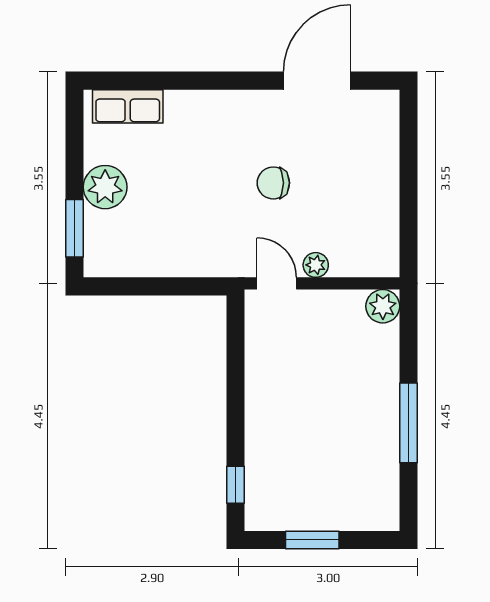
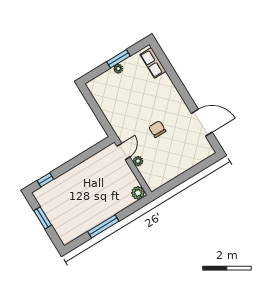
plant: (105, 187) -> (118, 69), width x0.53, depth x0.53
window: (74, 228) -> (118, 59), moved

